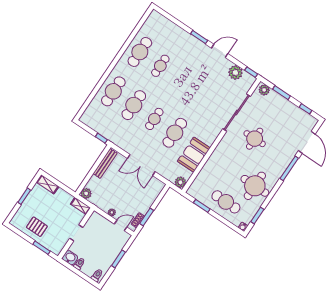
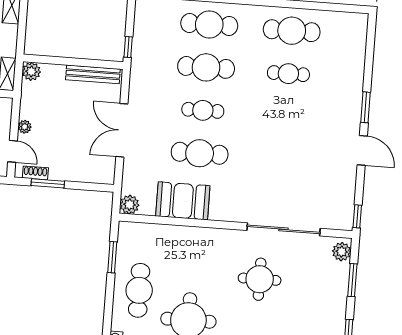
plant: (235, 73) -> (343, 193), removed

